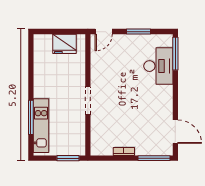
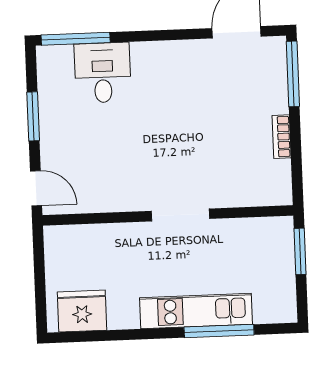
fridge: (64, 44) -> (82, 311), moved, turned -90
desk: (158, 66) -> (103, 73), width x0.73
kitchen unit: (41, 126) -> (196, 311), moved

